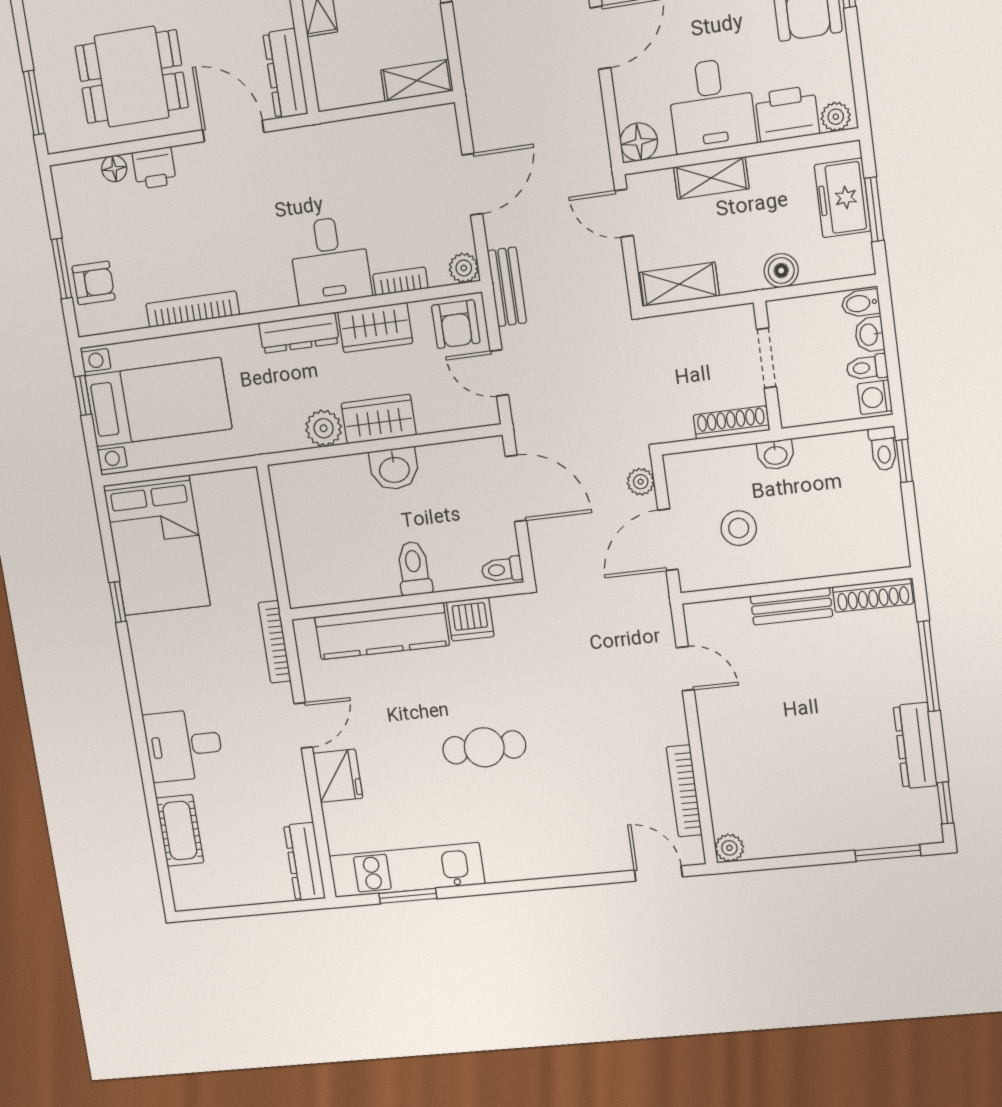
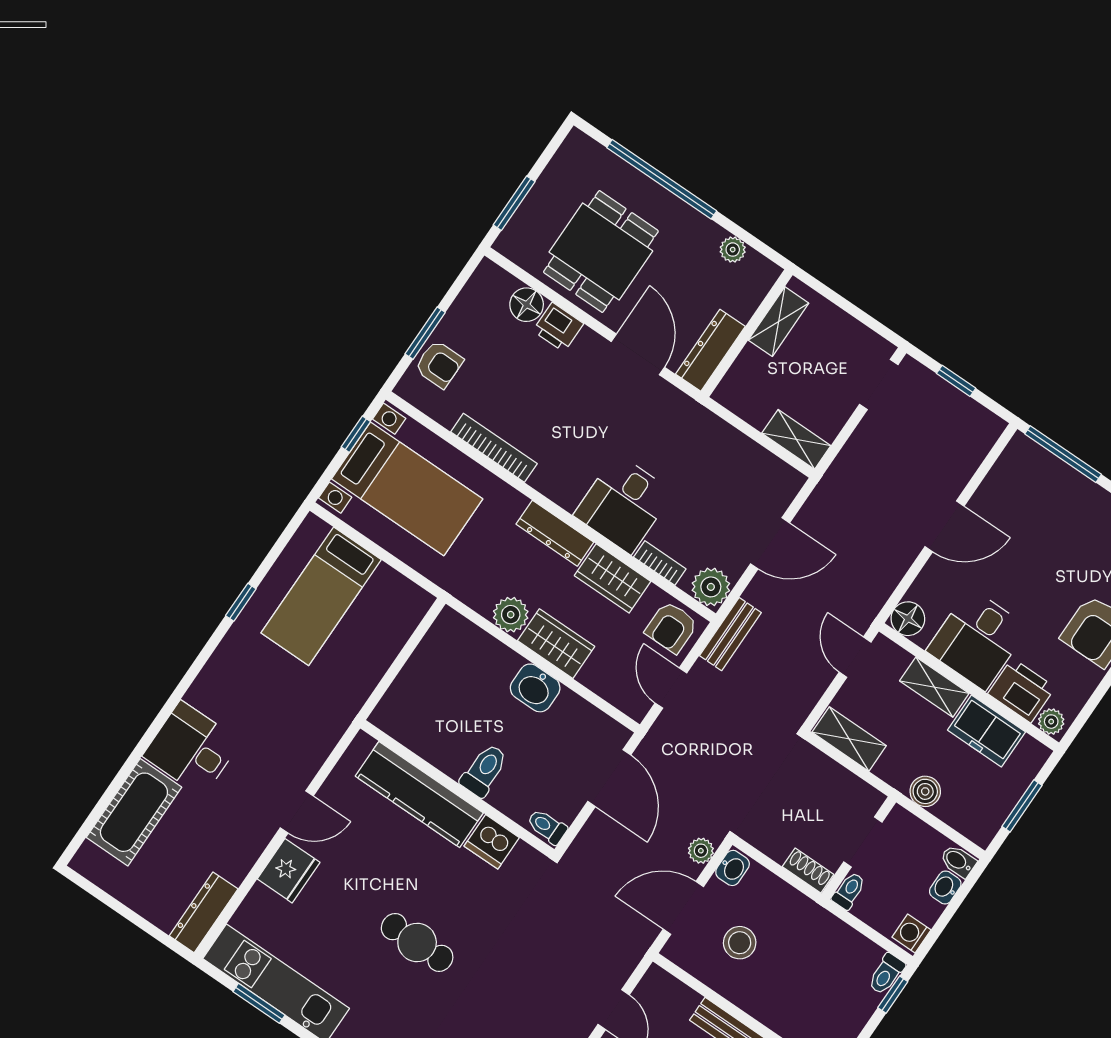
dining table: (132, 77) -> (601, 252), turned 90
floor lamp: (114, 169) -> (527, 305), width x1.37, depth x1.37
freezer: (842, 198) -> (986, 731), moved, turned -90
plant: (464, 268) -> (711, 587), width x1.38, depth x1.38
toilet: (867, 367) -> (849, 891), moved, turned 90
shoe rack: (731, 423) -> (808, 871), width x0.70
washbasin: (776, 455) -> (733, 868), moved, turned -90
bed: (157, 546) -> (321, 596), width x0.67
bookcase: (275, 642) -> (332, 733), removed
cot: (180, 830) -> (134, 812), width x1.37, depth x1.34

